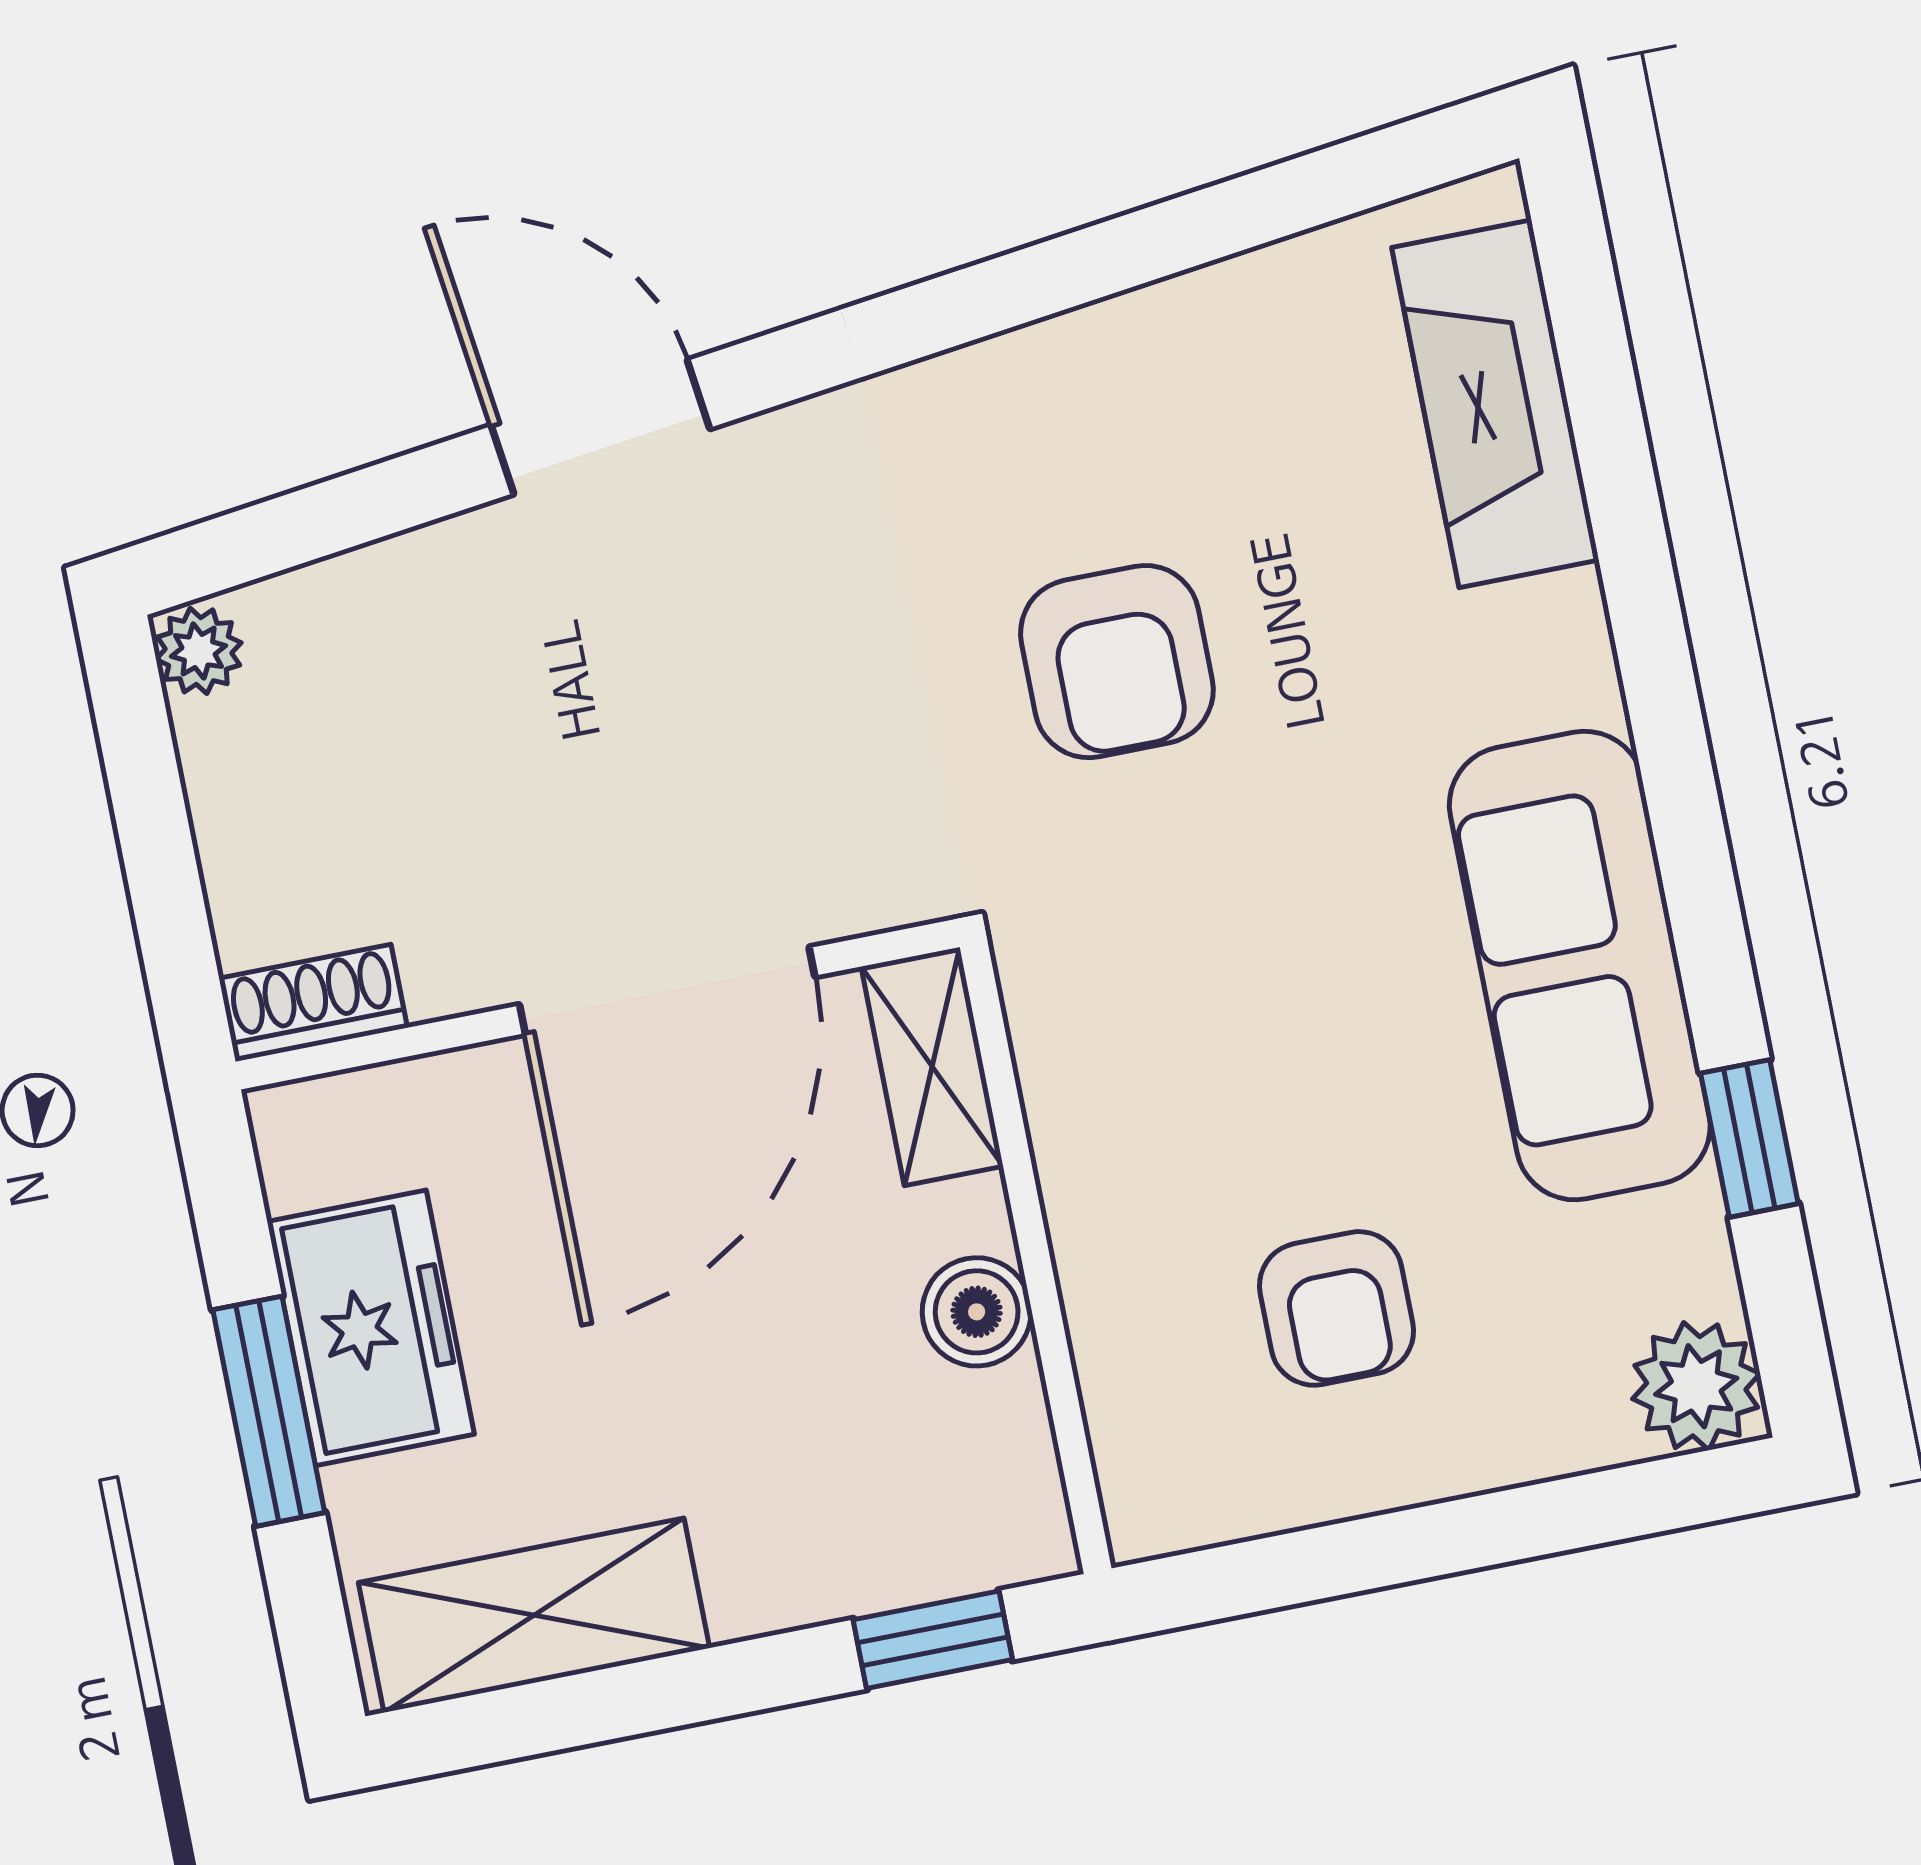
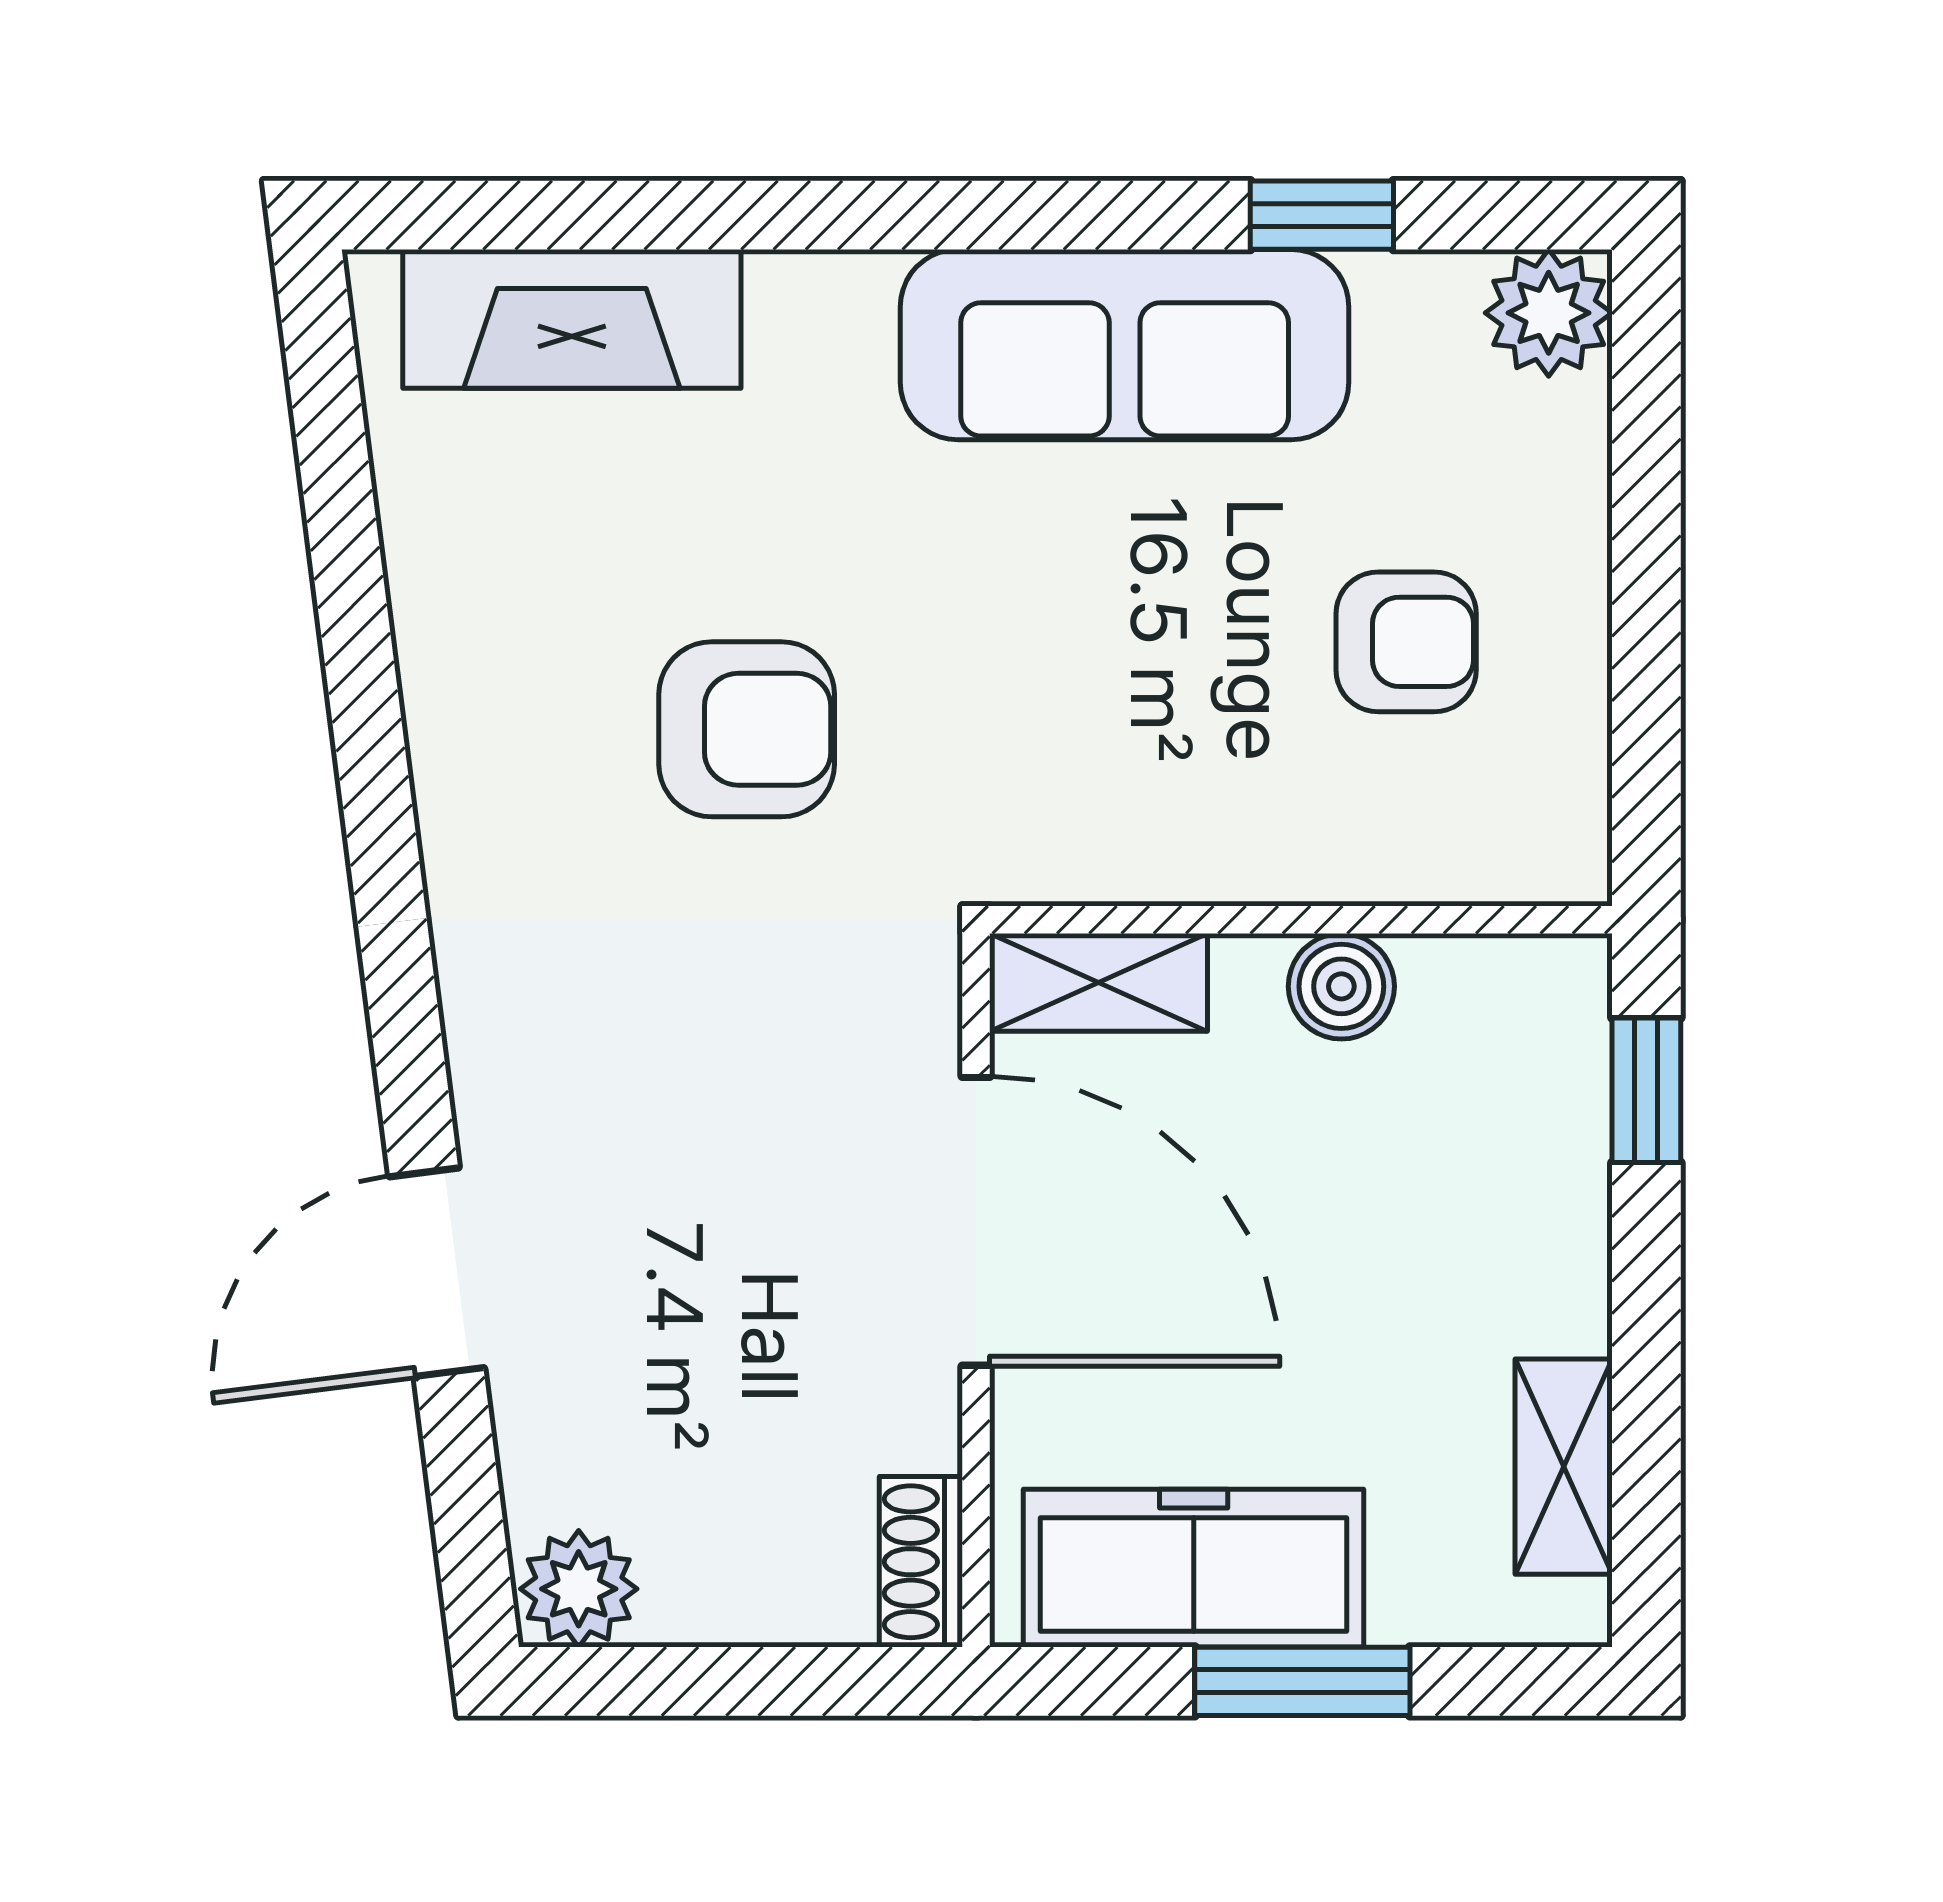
door: (600, 427) -> (437, 1272), moved
plant: (199, 651) -> (579, 1589), width x1.38, depth x1.38
freezer: (371, 1328) -> (1194, 1568), width x1.40
shelving: (534, 1615) -> (1564, 1467), width x0.67, depth x0.75

